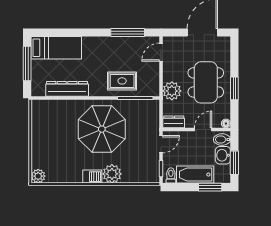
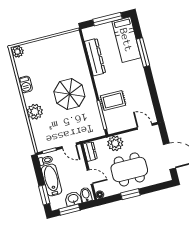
window: (128, 32) -> (143, 52), moved
rug: (122, 81) -> (113, 101), turned 90
parasol: (102, 129) -> (69, 94), width x0.73, depth x0.73
barbecue: (92, 177) -> (25, 84), moved

